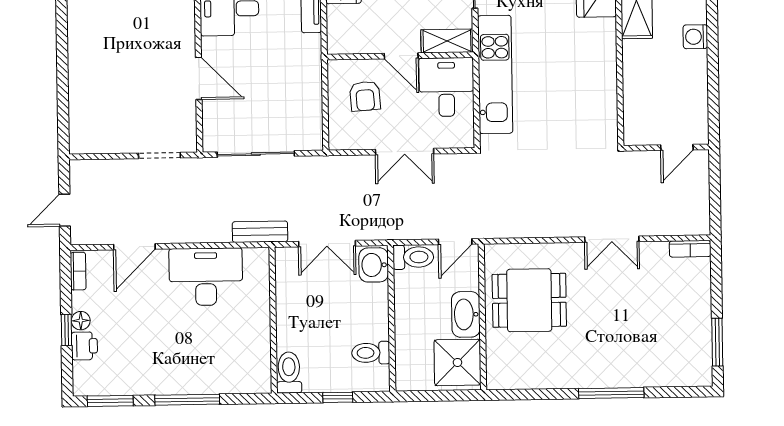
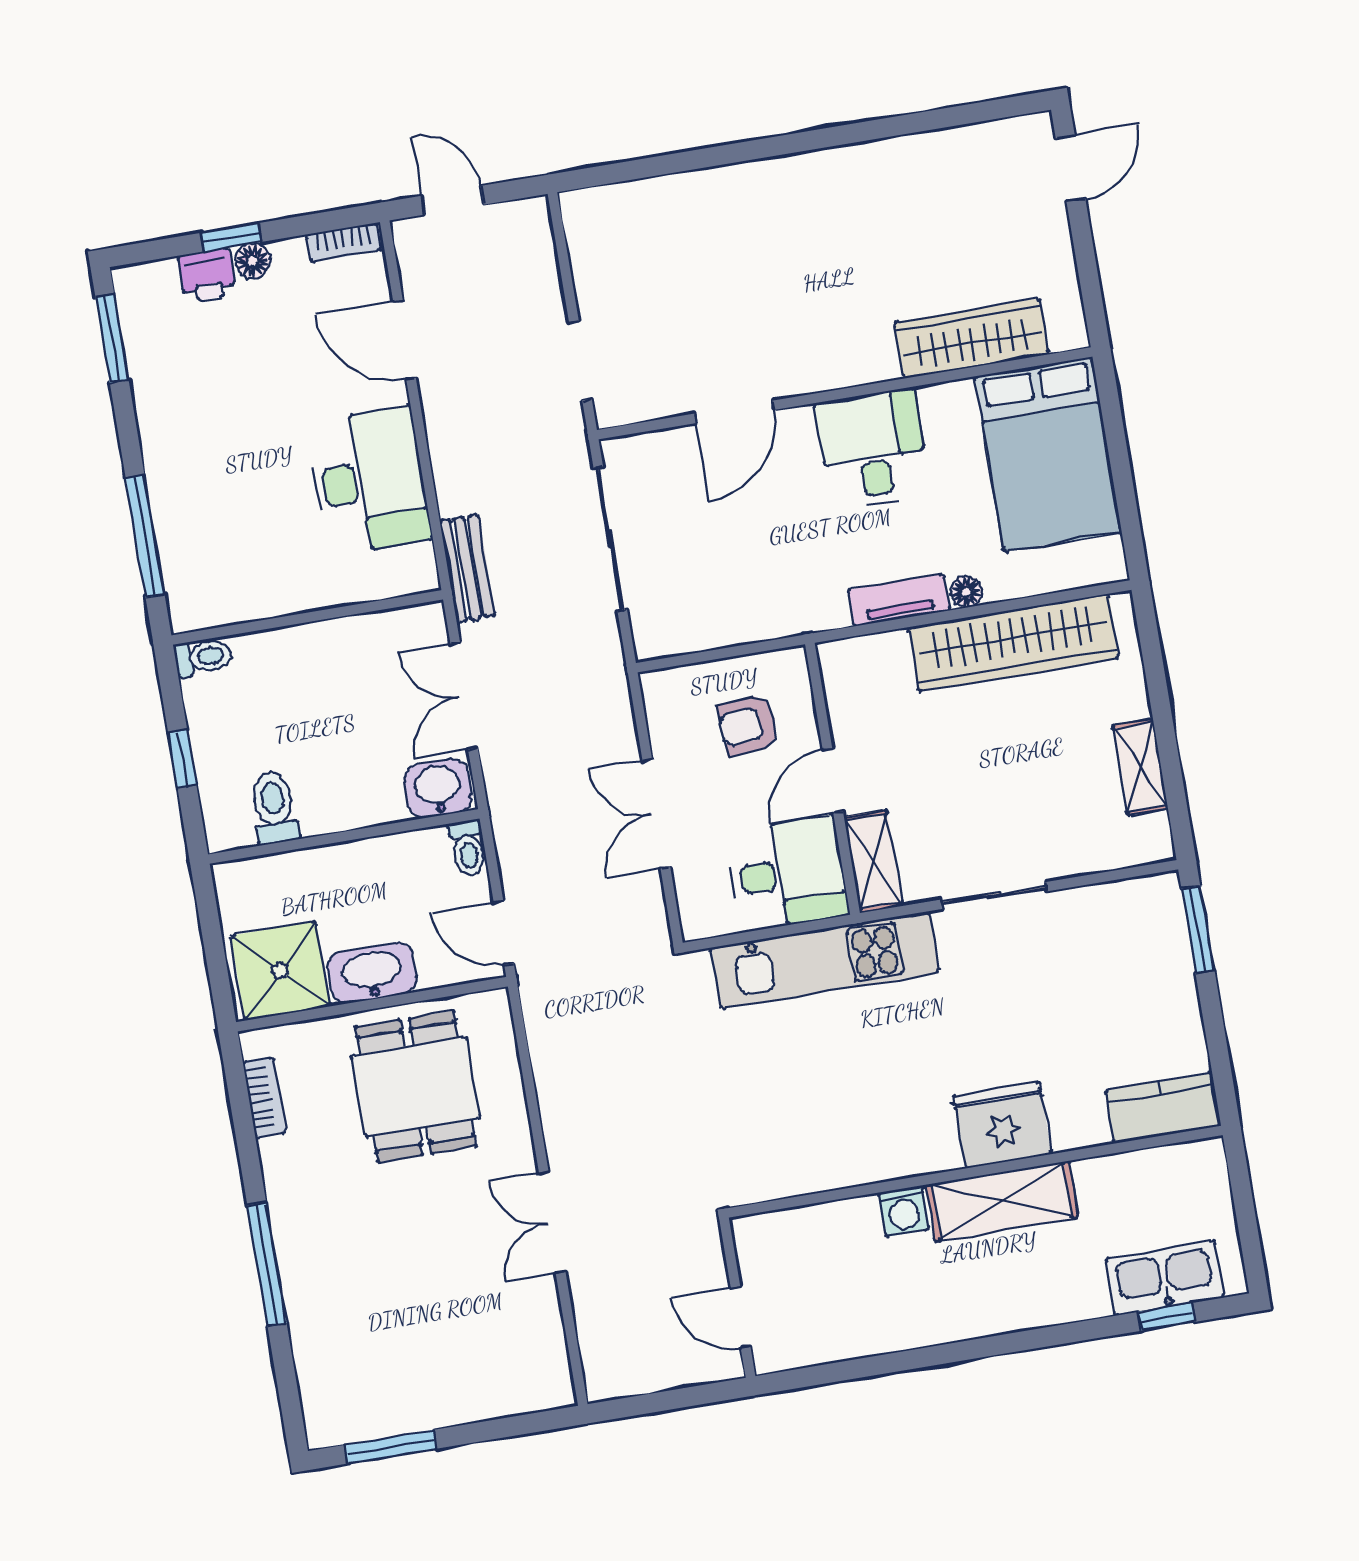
washing machine: (695, 37) -> (904, 1211), moved, turned 180
bookcase: (690, 249) -> (264, 1097), moved, turned 180
toilet: (413, 257) -> (468, 848), width x0.73, depth x0.72
toilet: (289, 372) -> (203, 657), width x0.73, depth x0.72
window: (187, 400) -> (145, 536), moved

